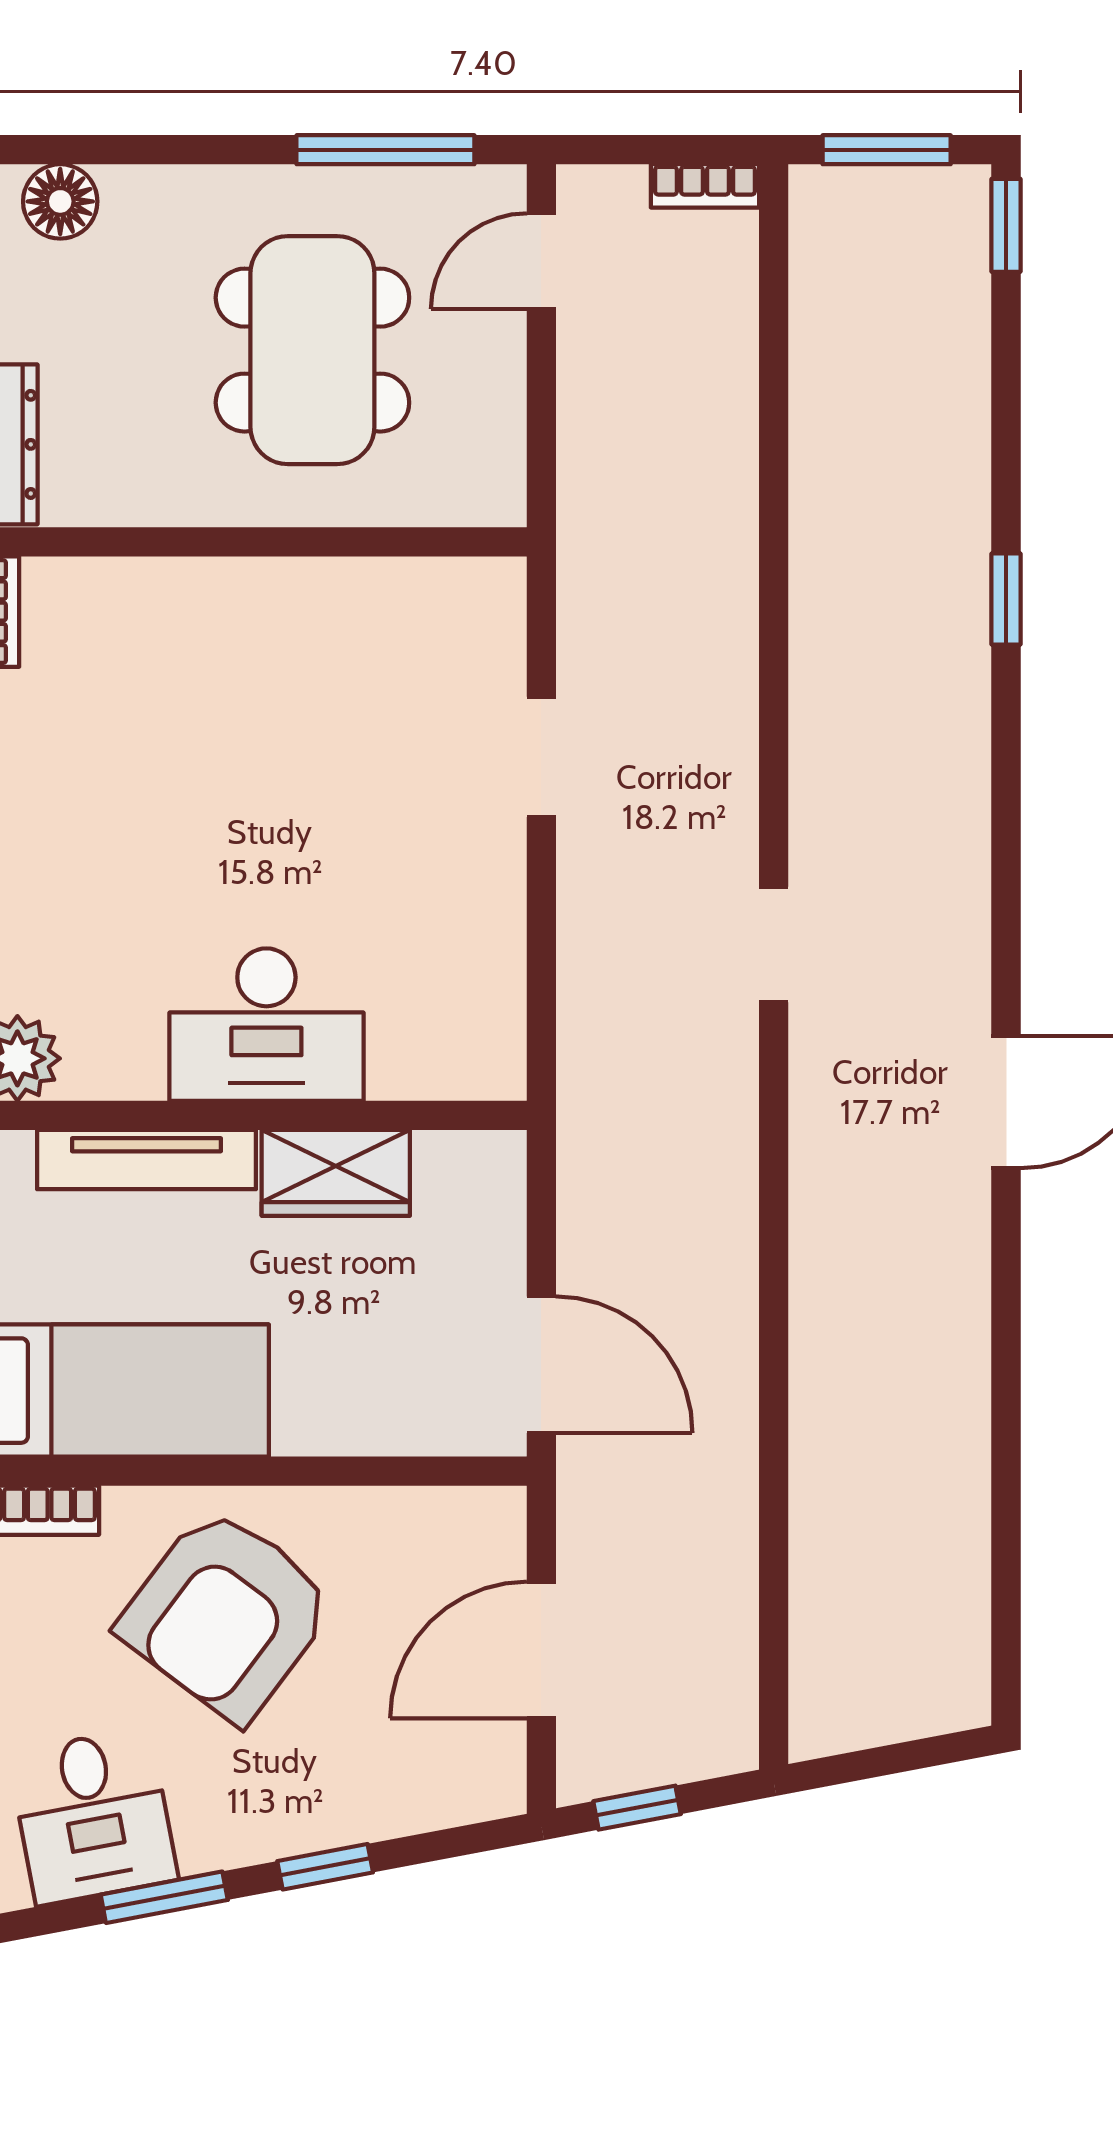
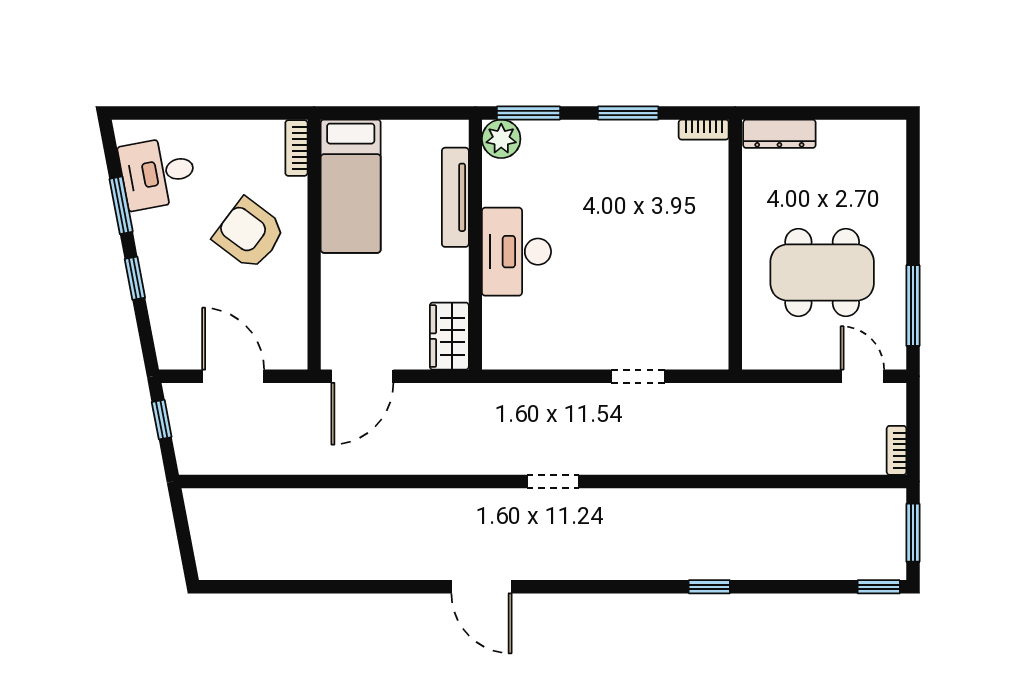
floor lamp: (60, 201) -> (889, 158), removed
wardrobe: (336, 1173) -> (449, 336), moved
armchair: (227, 1614) -> (249, 234), width x0.73, depth x0.73

